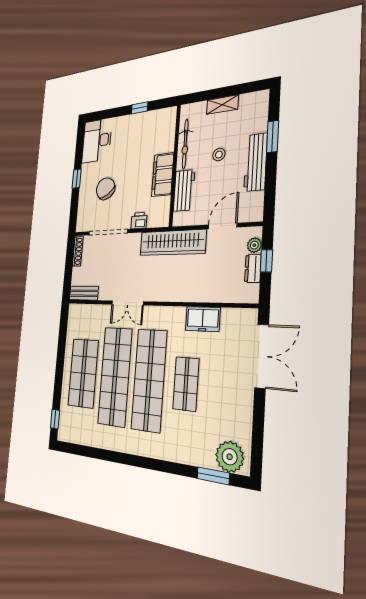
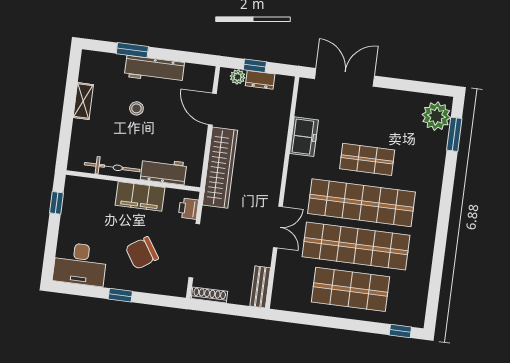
bicycle: (185, 144) -> (112, 167), moved
wall: (175, 165) -> (133, 181), moved
filing cabinet: (163, 175) -> (140, 196), moved
workbench: (184, 191) -> (163, 171), moved

